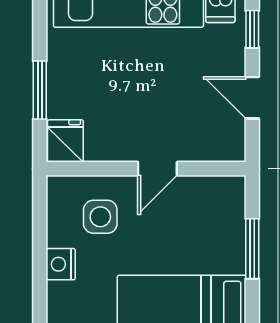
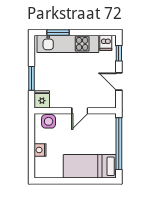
side table: (100, 217) -> (49, 121), moved
window: (252, 249) -> (119, 144), width x2.11

